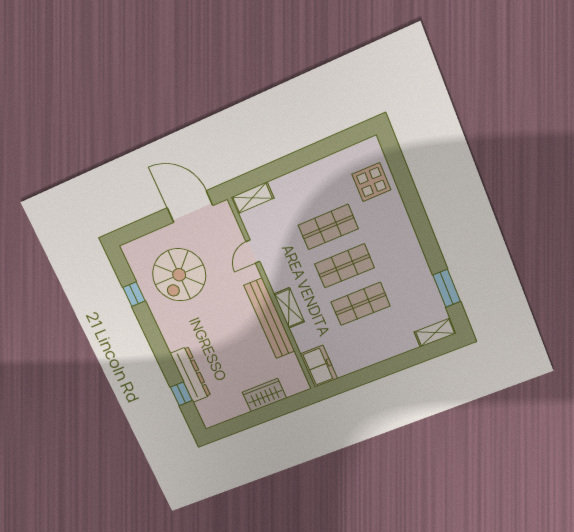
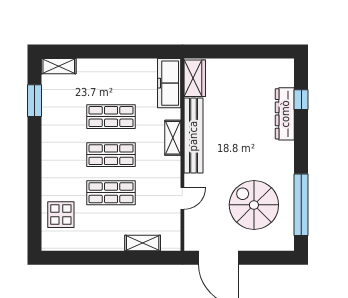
shelving: (252, 198) -> (143, 243), moved
spiral stairs: (179, 275) -> (254, 205), turned -90
window: (134, 294) -> (301, 205), width x3.17
freezer: (319, 366) -> (169, 83), width x1.40
wardrobe: (264, 395) -> (195, 78), moved, turned -90

